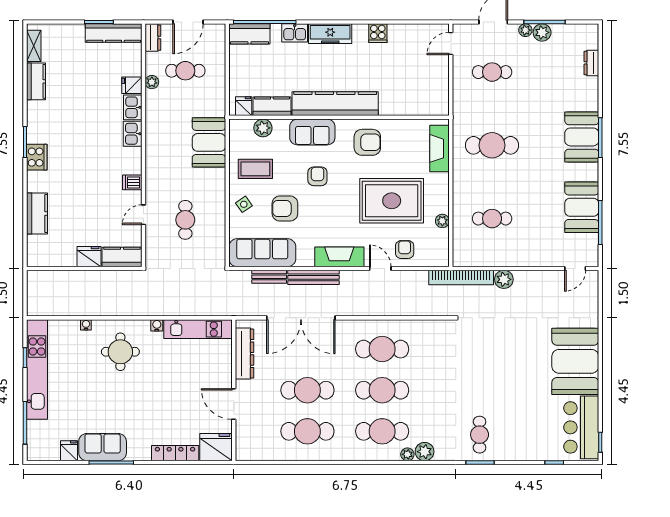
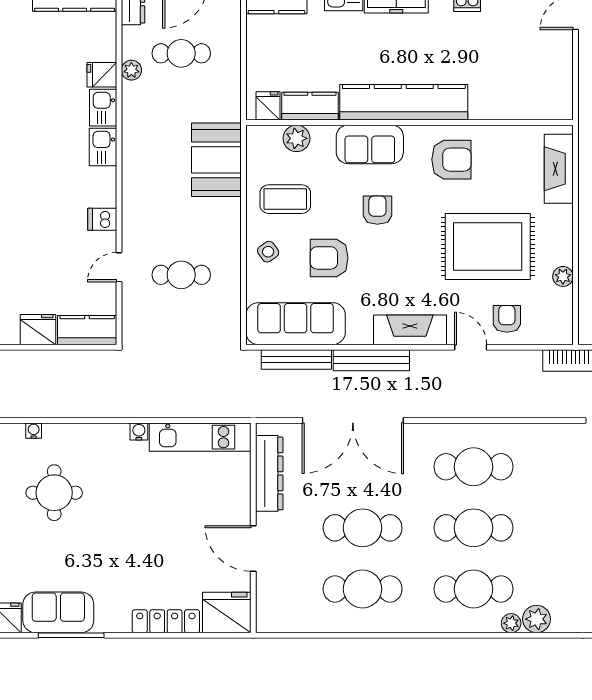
cafe table: (185, 220) -> (181, 275), turned 90
bench: (269, 277) -> (296, 359), width x1.36
round table: (120, 352) -> (54, 493), moved

